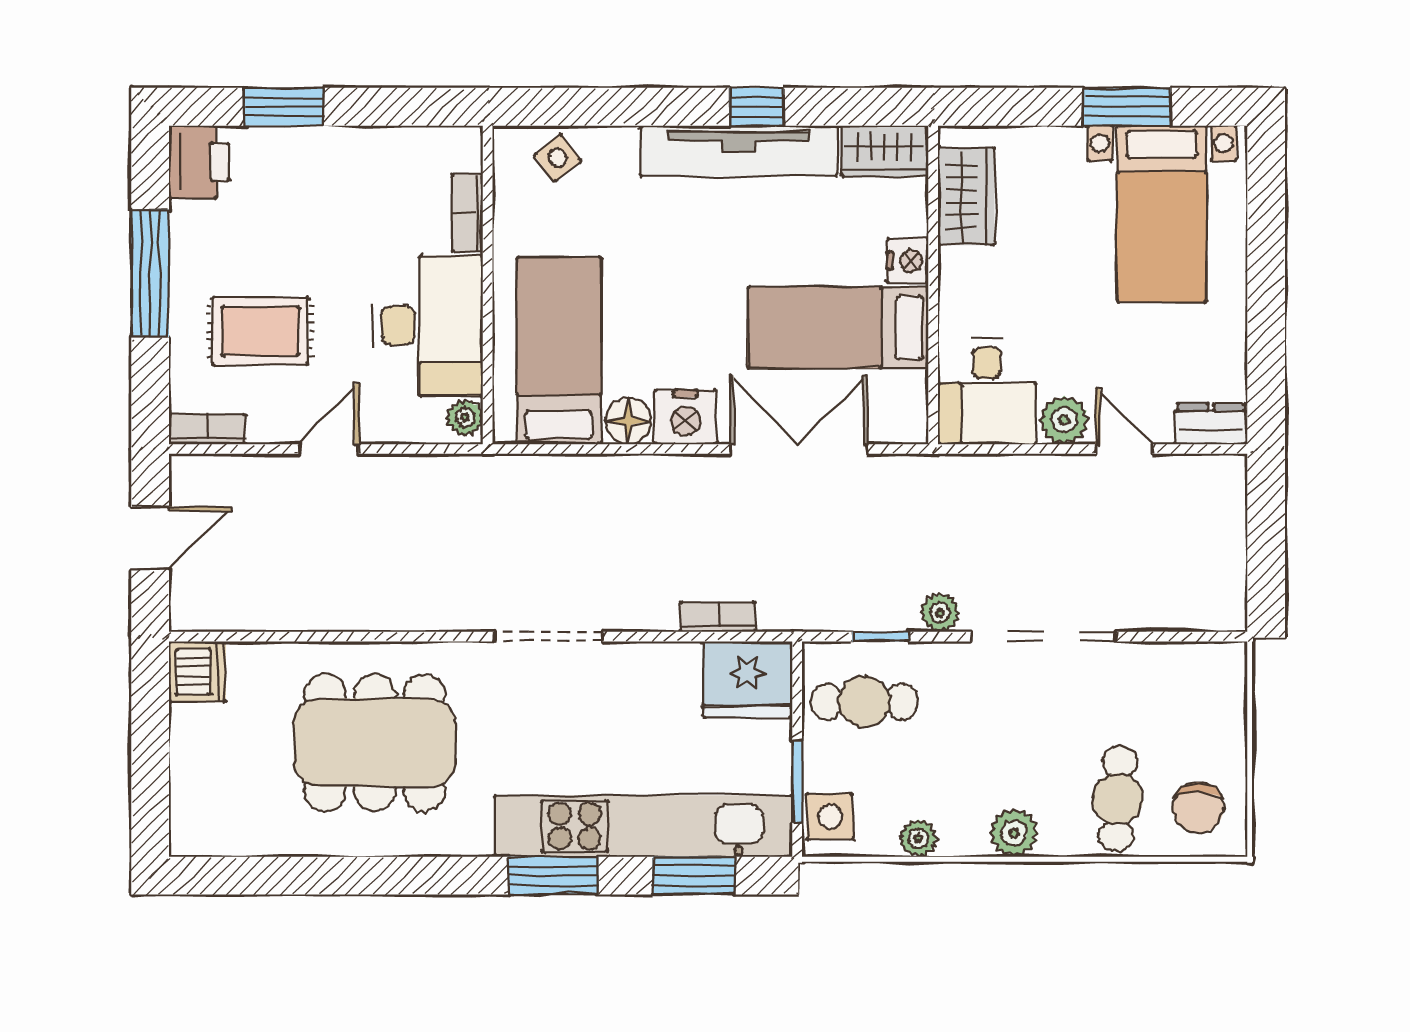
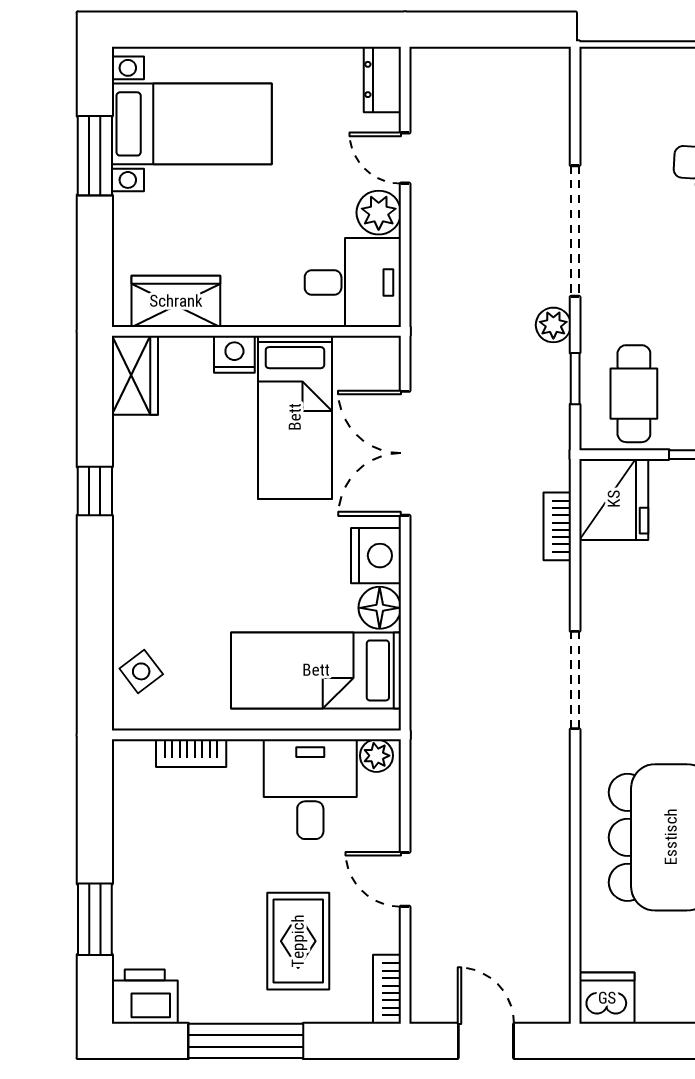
tv unit: (738, 151) -> (135, 508), removed
desk: (428, 325) -> (310, 789), width x0.73
door: (1124, 449) -> (405, 158), hinge flipped

